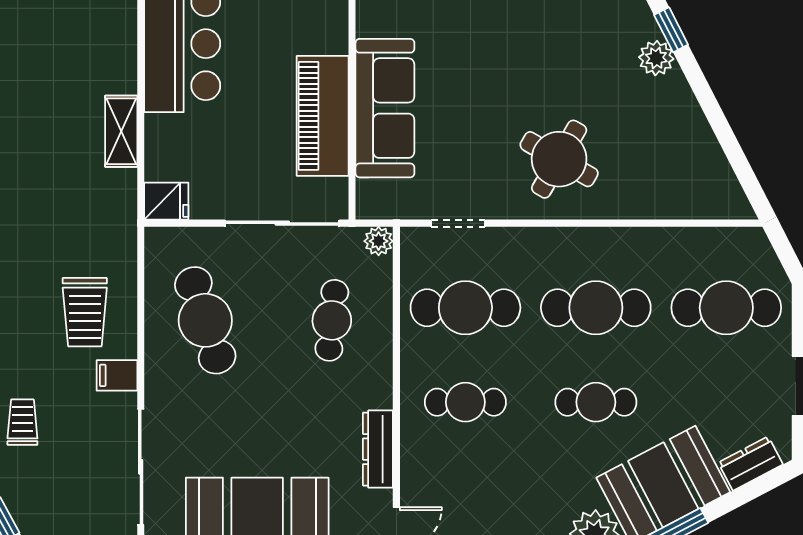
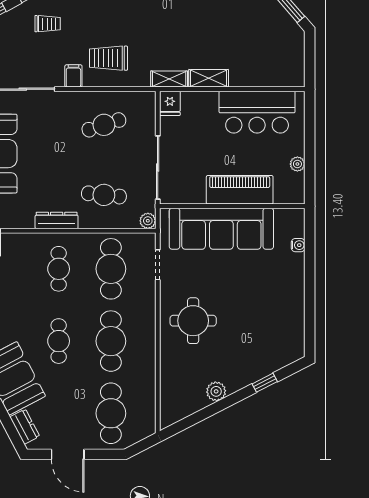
plant: (656, 58) -> (216, 391), moved
sofa: (385, 108) -> (221, 229), width x1.36, depth x1.27
piano: (323, 116) -> (240, 190), moved
round table: (559, 159) -> (193, 321), turned -30
shelving: (122, 203) -> (169, 79), added
cafe table: (205, 320) -> (104, 125), width x0.73, depth x0.74
dresser: (378, 449) -> (57, 220), moved

